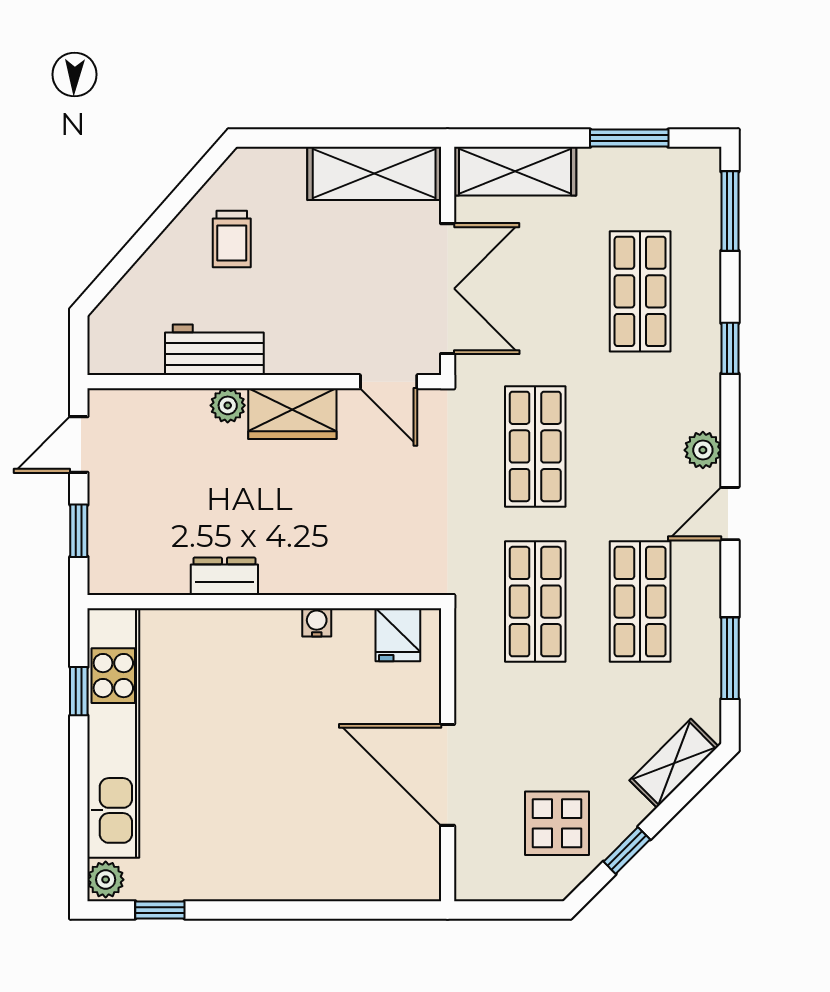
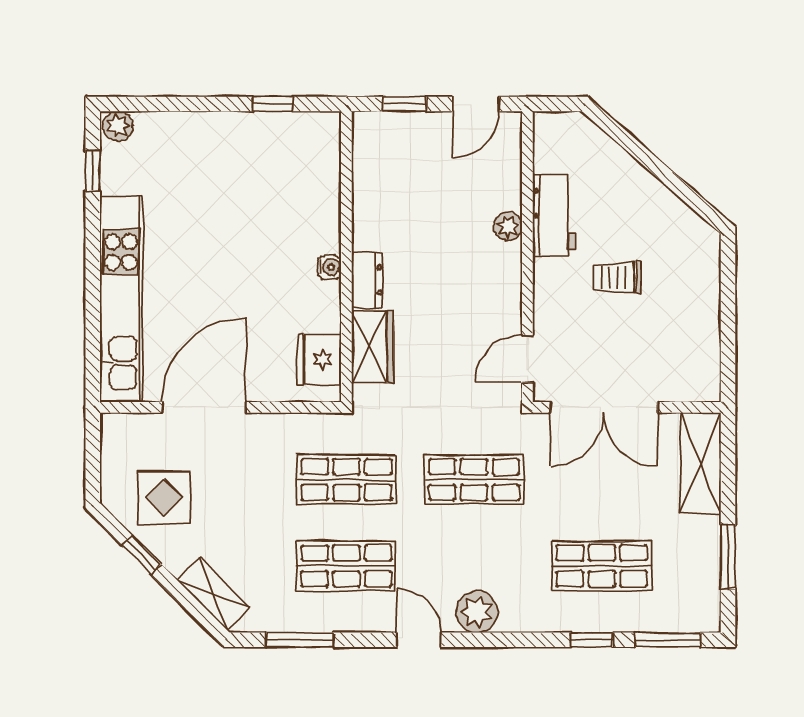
shelving: (374, 173) -> (699, 347), removed
trolley: (232, 239) -> (617, 277), moved
window: (730, 348) -> (592, 640), moved
wardrobe: (292, 414) -> (373, 347), moved, turned 180
door: (79, 445) -> (476, 104), swing flipped
plant: (703, 450) -> (477, 612), width x1.38, depth x1.38
dresser: (224, 576) -> (367, 280), moved
water cooler: (317, 622) -> (329, 267), moved
fridge: (398, 635) -> (319, 359), width x1.38
kitchen unit: (113, 733) -> (121, 299), moved, turned -90

